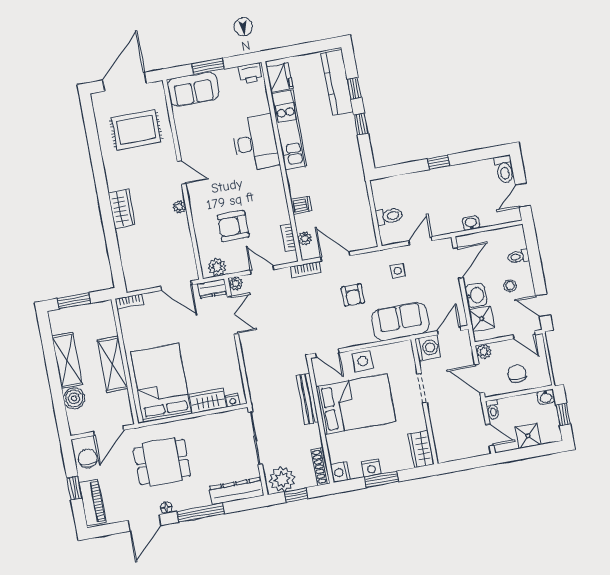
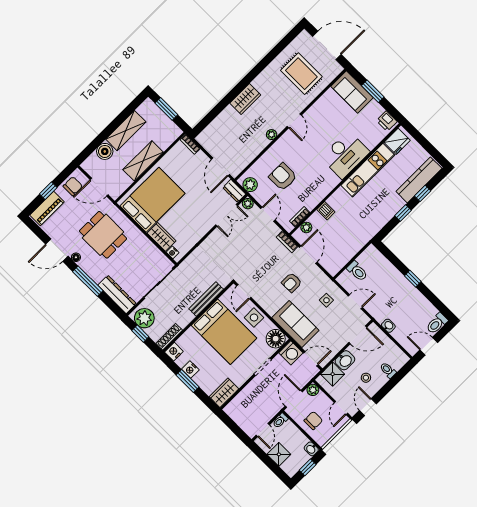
floor lamp: (401, 354) -> (276, 339), added

